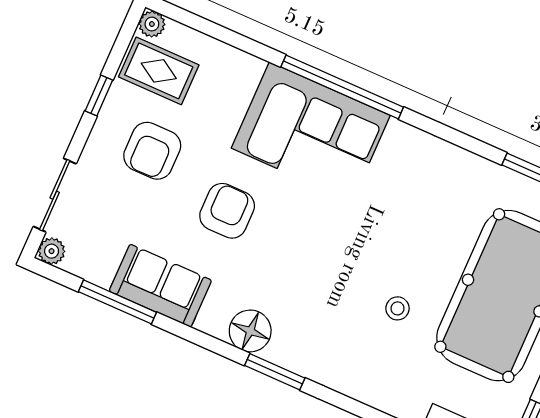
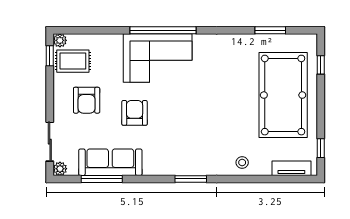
window: (99, 96) -> (50, 56), moved
sofa: (160, 286) -> (110, 162), width x1.36
stool: (397, 308) -> (242, 162), moved
floor lamp: (250, 331) -> (171, 165), removed

